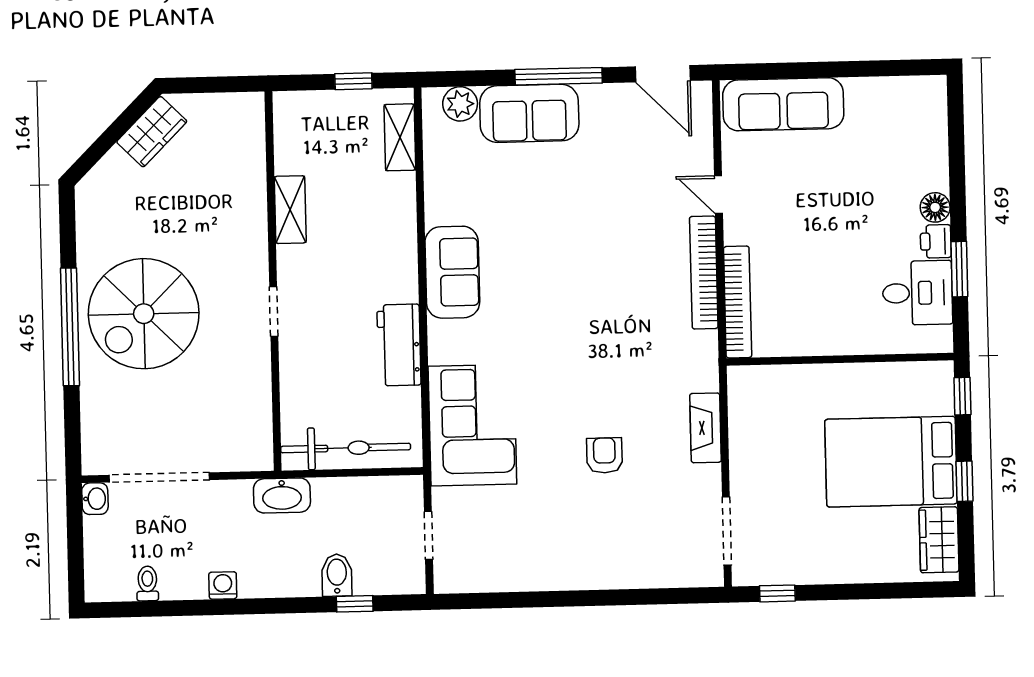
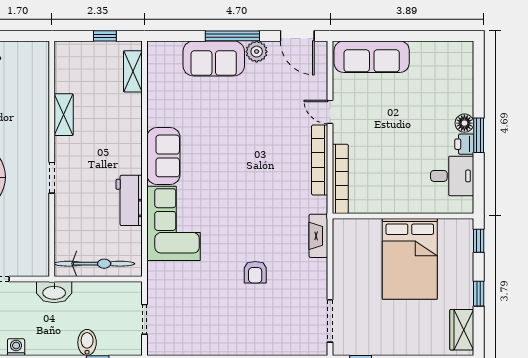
plant: (460, 104) -> (257, 52), moved
window: (959, 269) -> (479, 135), moved
corner sofa: (472, 425) -> (174, 223), moved
fireplace: (705, 428) -> (318, 236), moved
armchair: (604, 455) -> (255, 272), turned 180
bed: (891, 462) -> (410, 259), moved, turned -90

